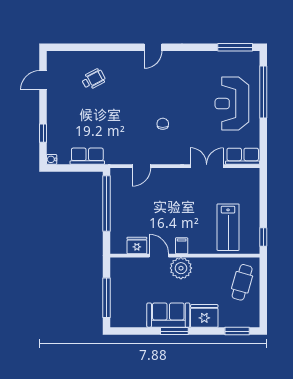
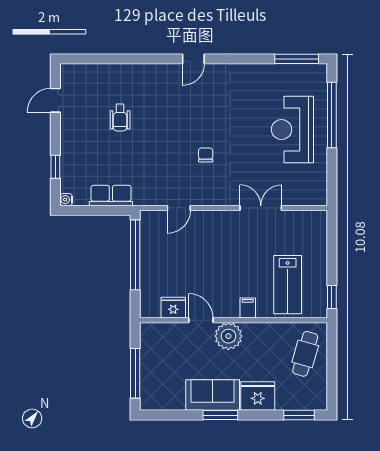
wheelchair: (93, 79) -> (120, 118), moved, turned 118
row of seats: (243, 156) -> (306, 196), removed
filing cabinet: (182, 246) -> (248, 308), moved

